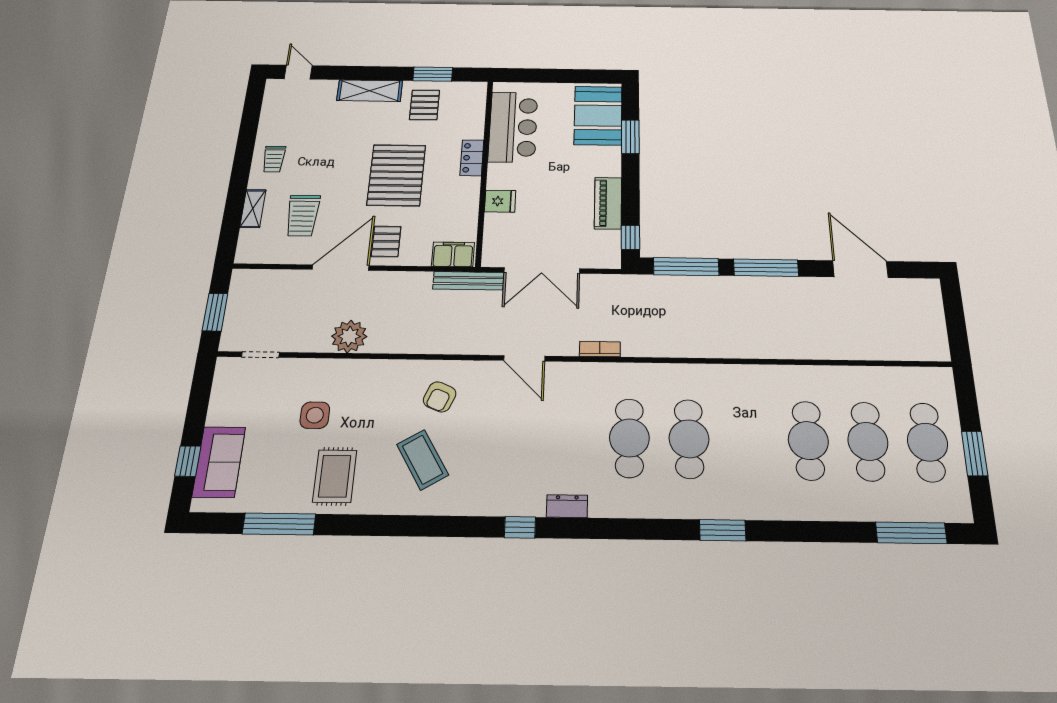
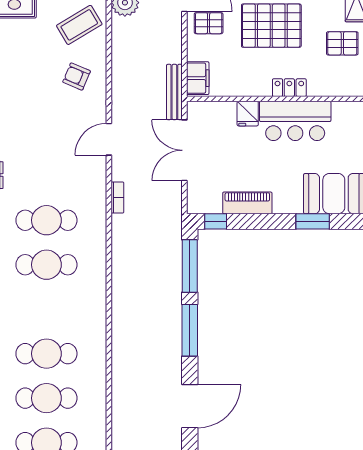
bar counter: (513, 127) -> (295, 121), moved
coffee table: (423, 460) -> (79, 25), moved

